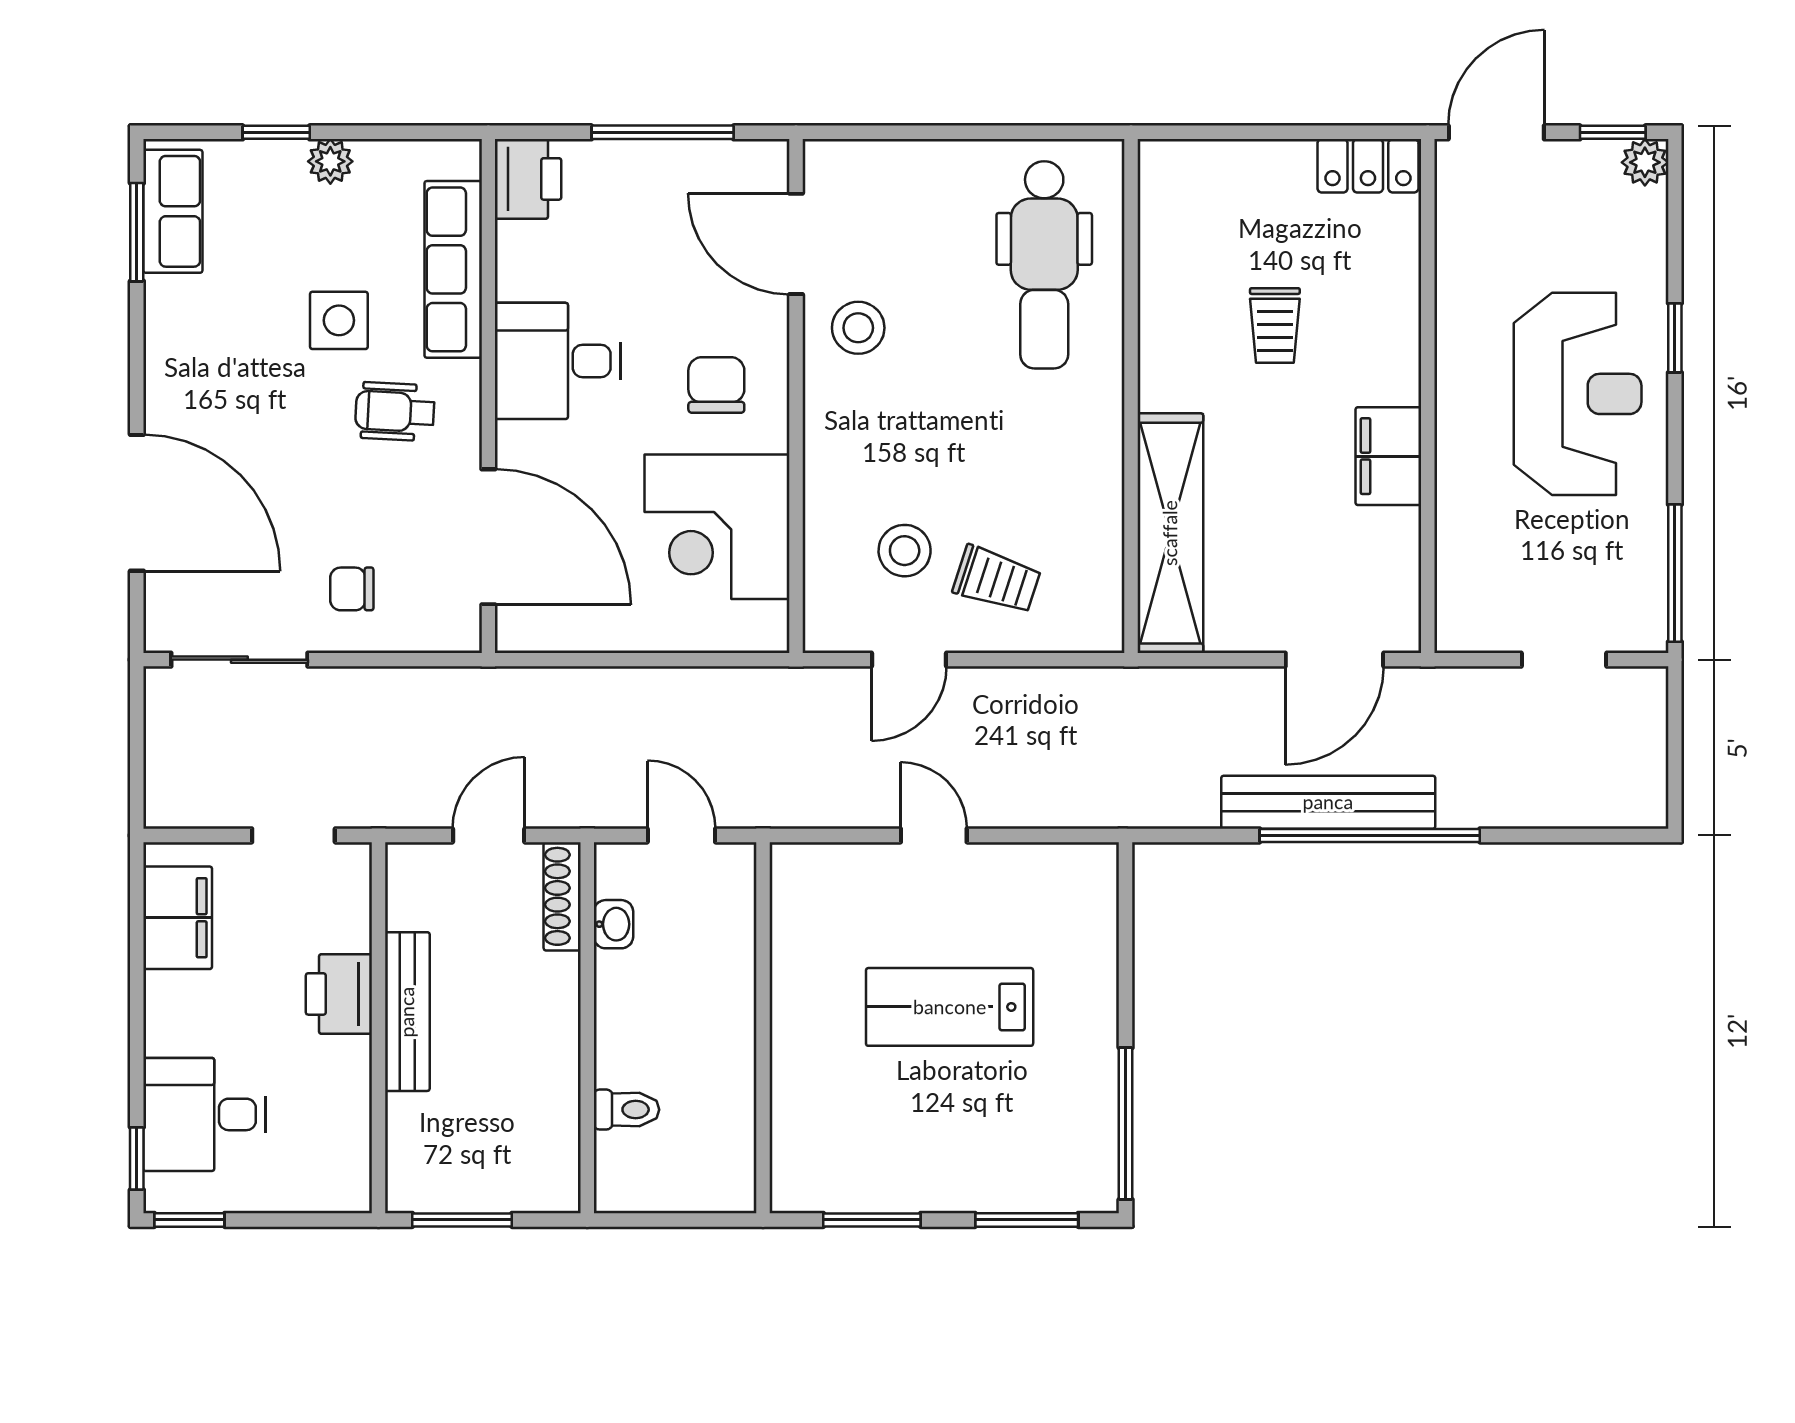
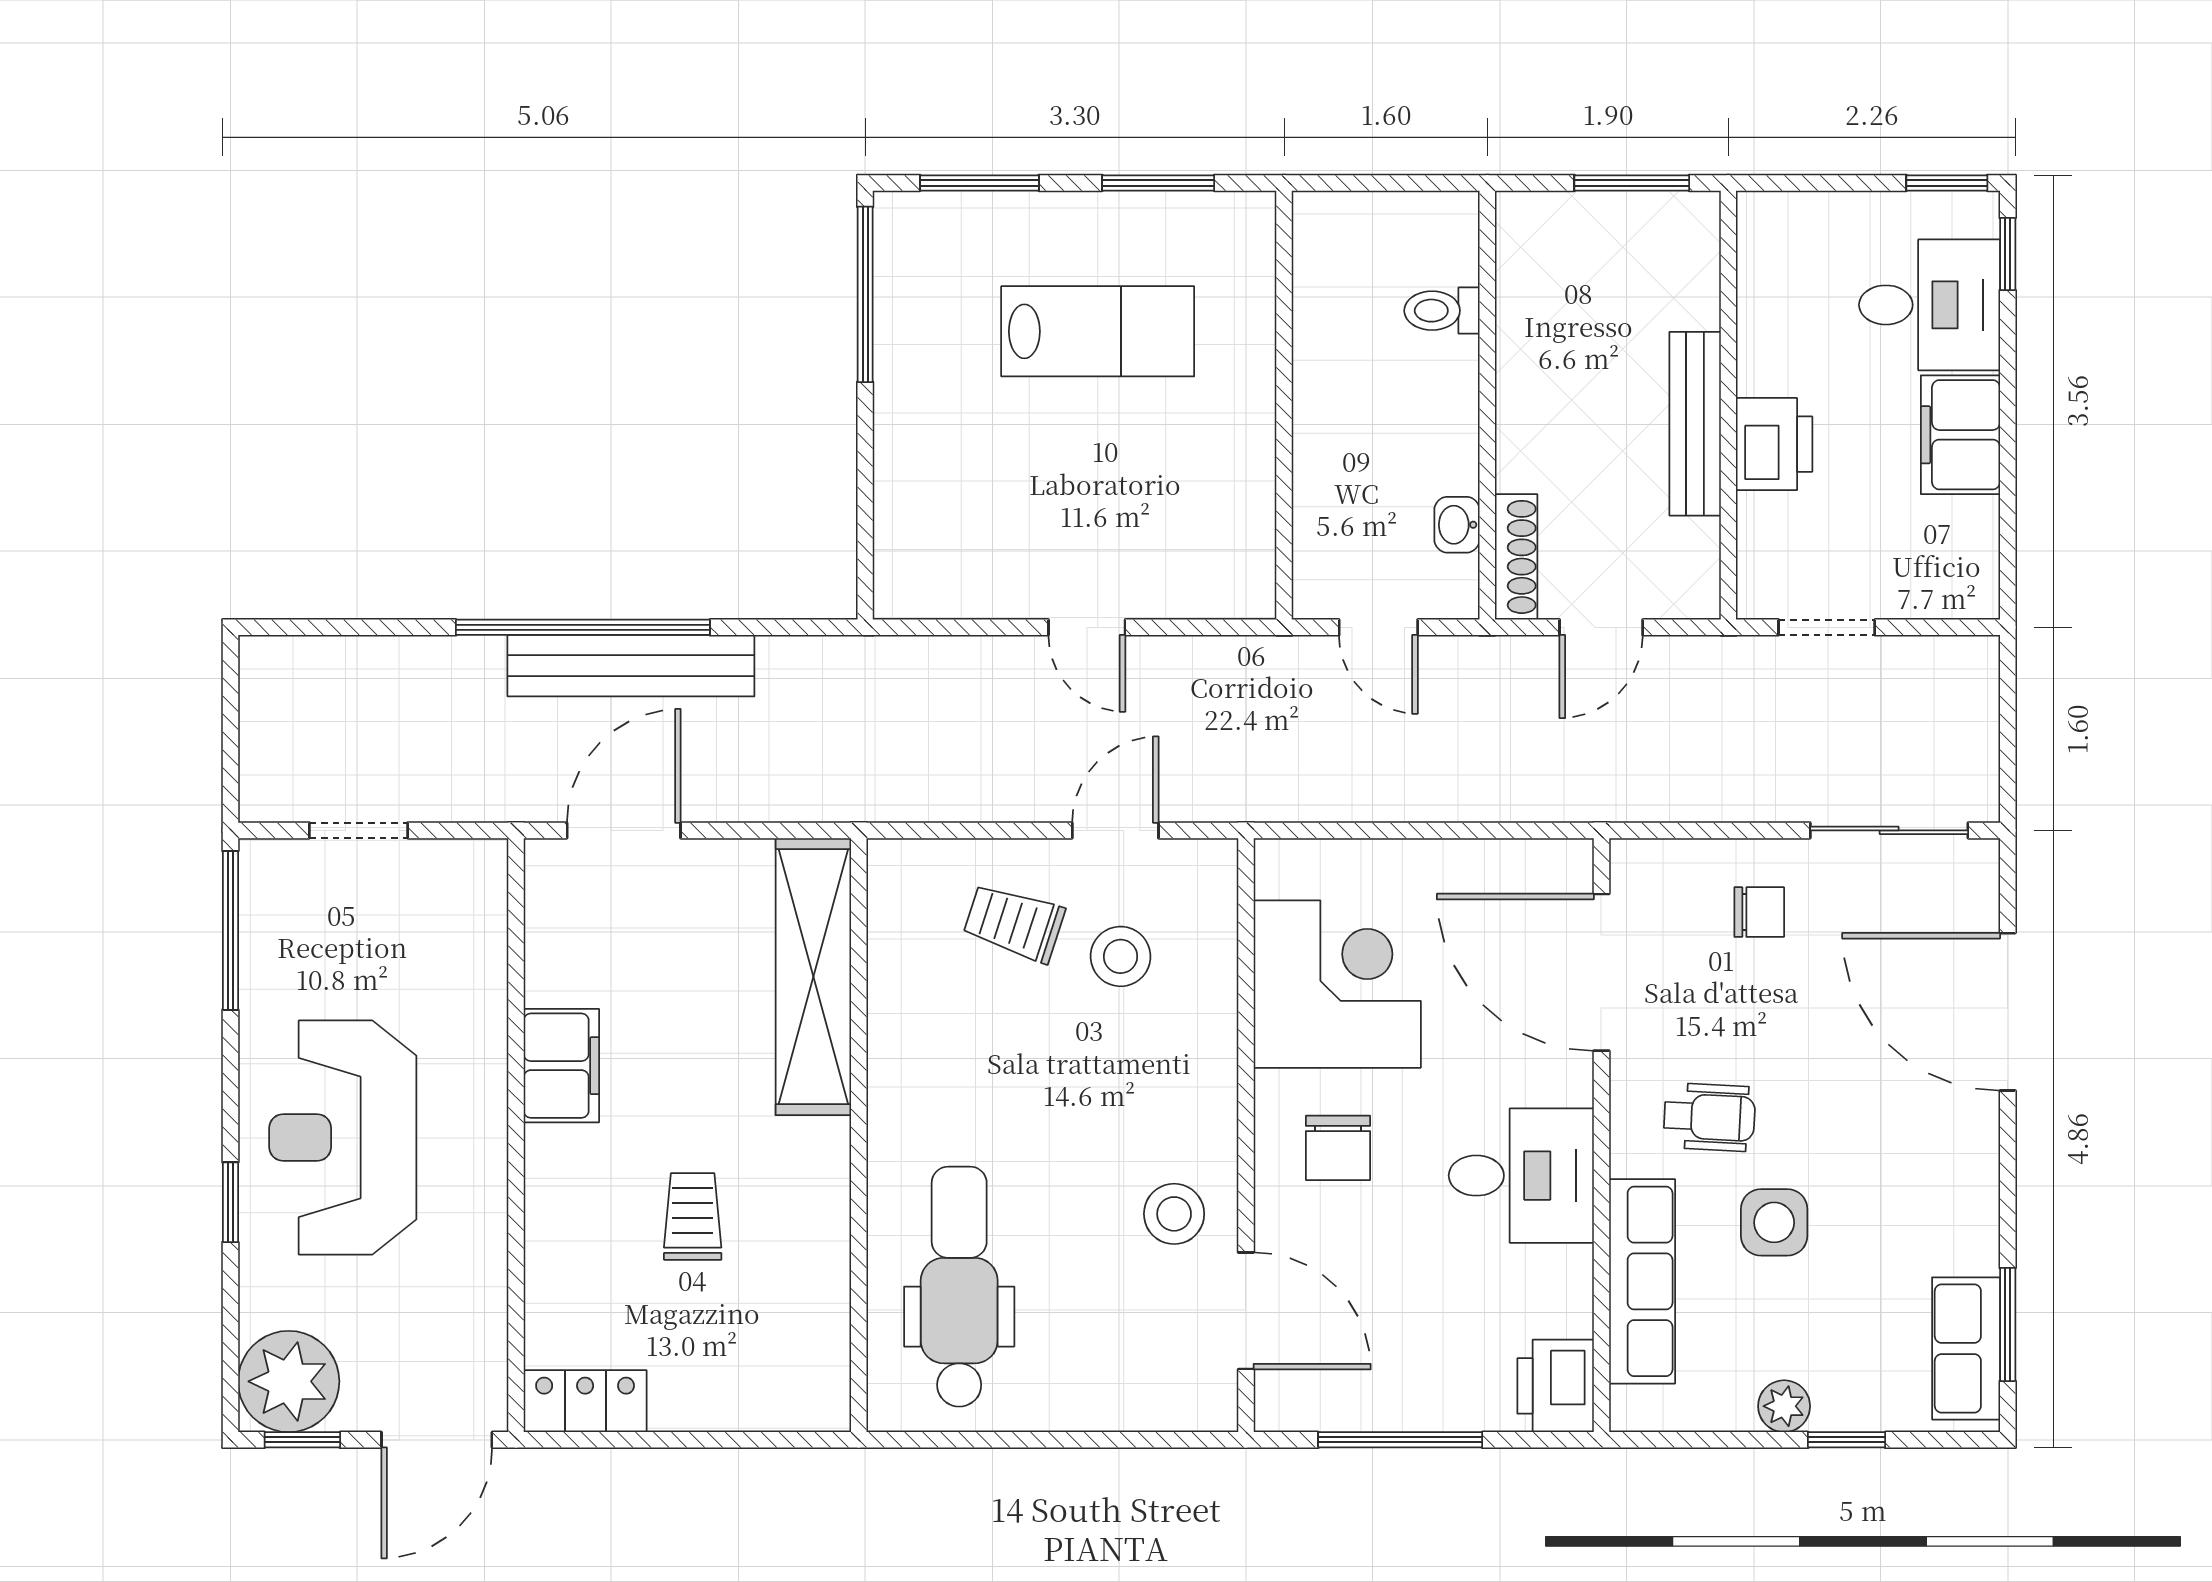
plant: (1645, 162) -> (289, 1381), width x1.88, depth x1.88
filing cabinet: (178, 918) -> (1960, 435), moved
lab bench: (950, 1007) -> (1098, 331), moved

